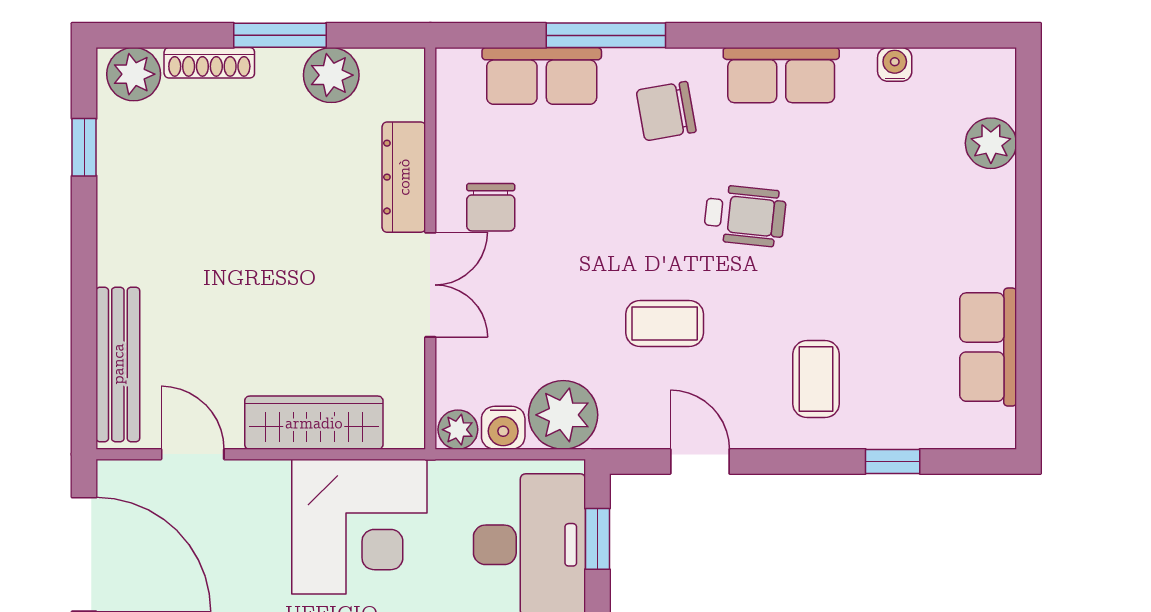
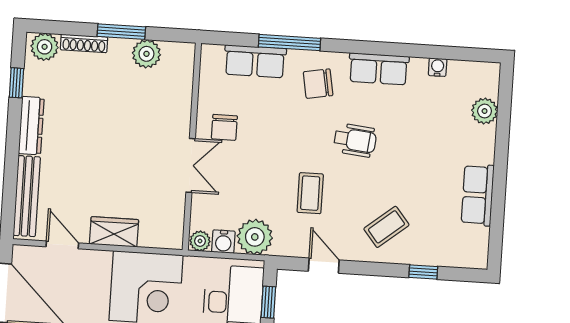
dresser: (404, 177) -> (31, 126), moved, turned 180
coffee table: (665, 323) -> (310, 193), turned 90
row of seats: (988, 347) -> (478, 195), moved
coffee table: (816, 379) -> (386, 227), turned 51
wardrobe: (314, 423) -> (114, 232), width x0.67

